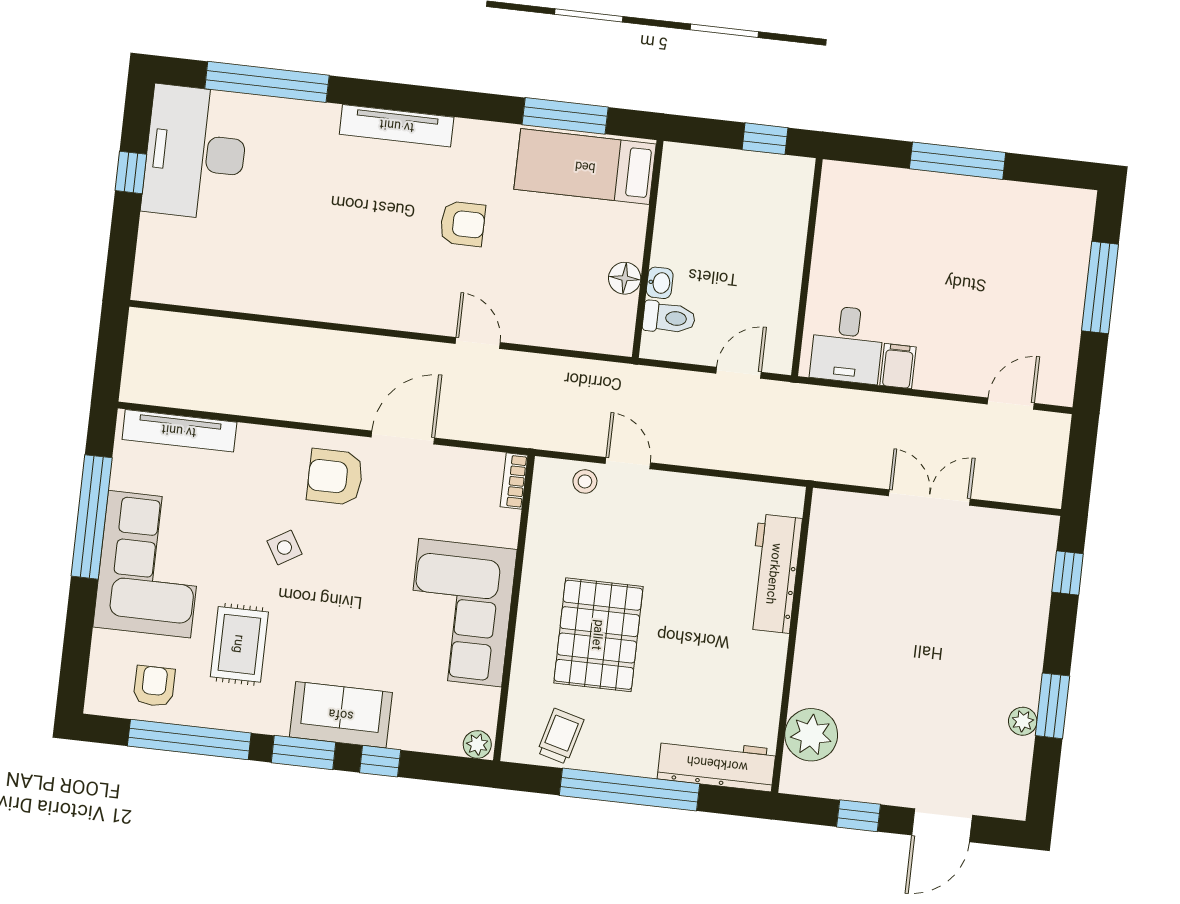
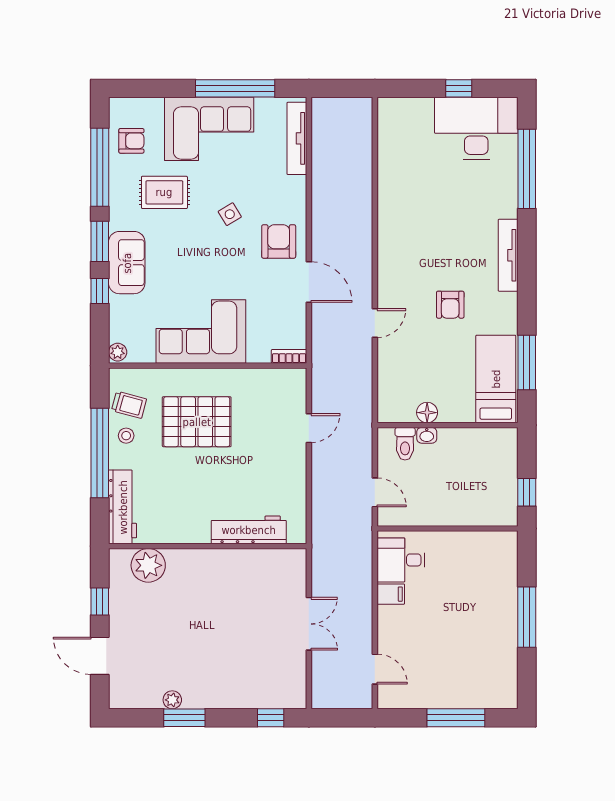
stool: (585, 481) -> (126, 436), moved

